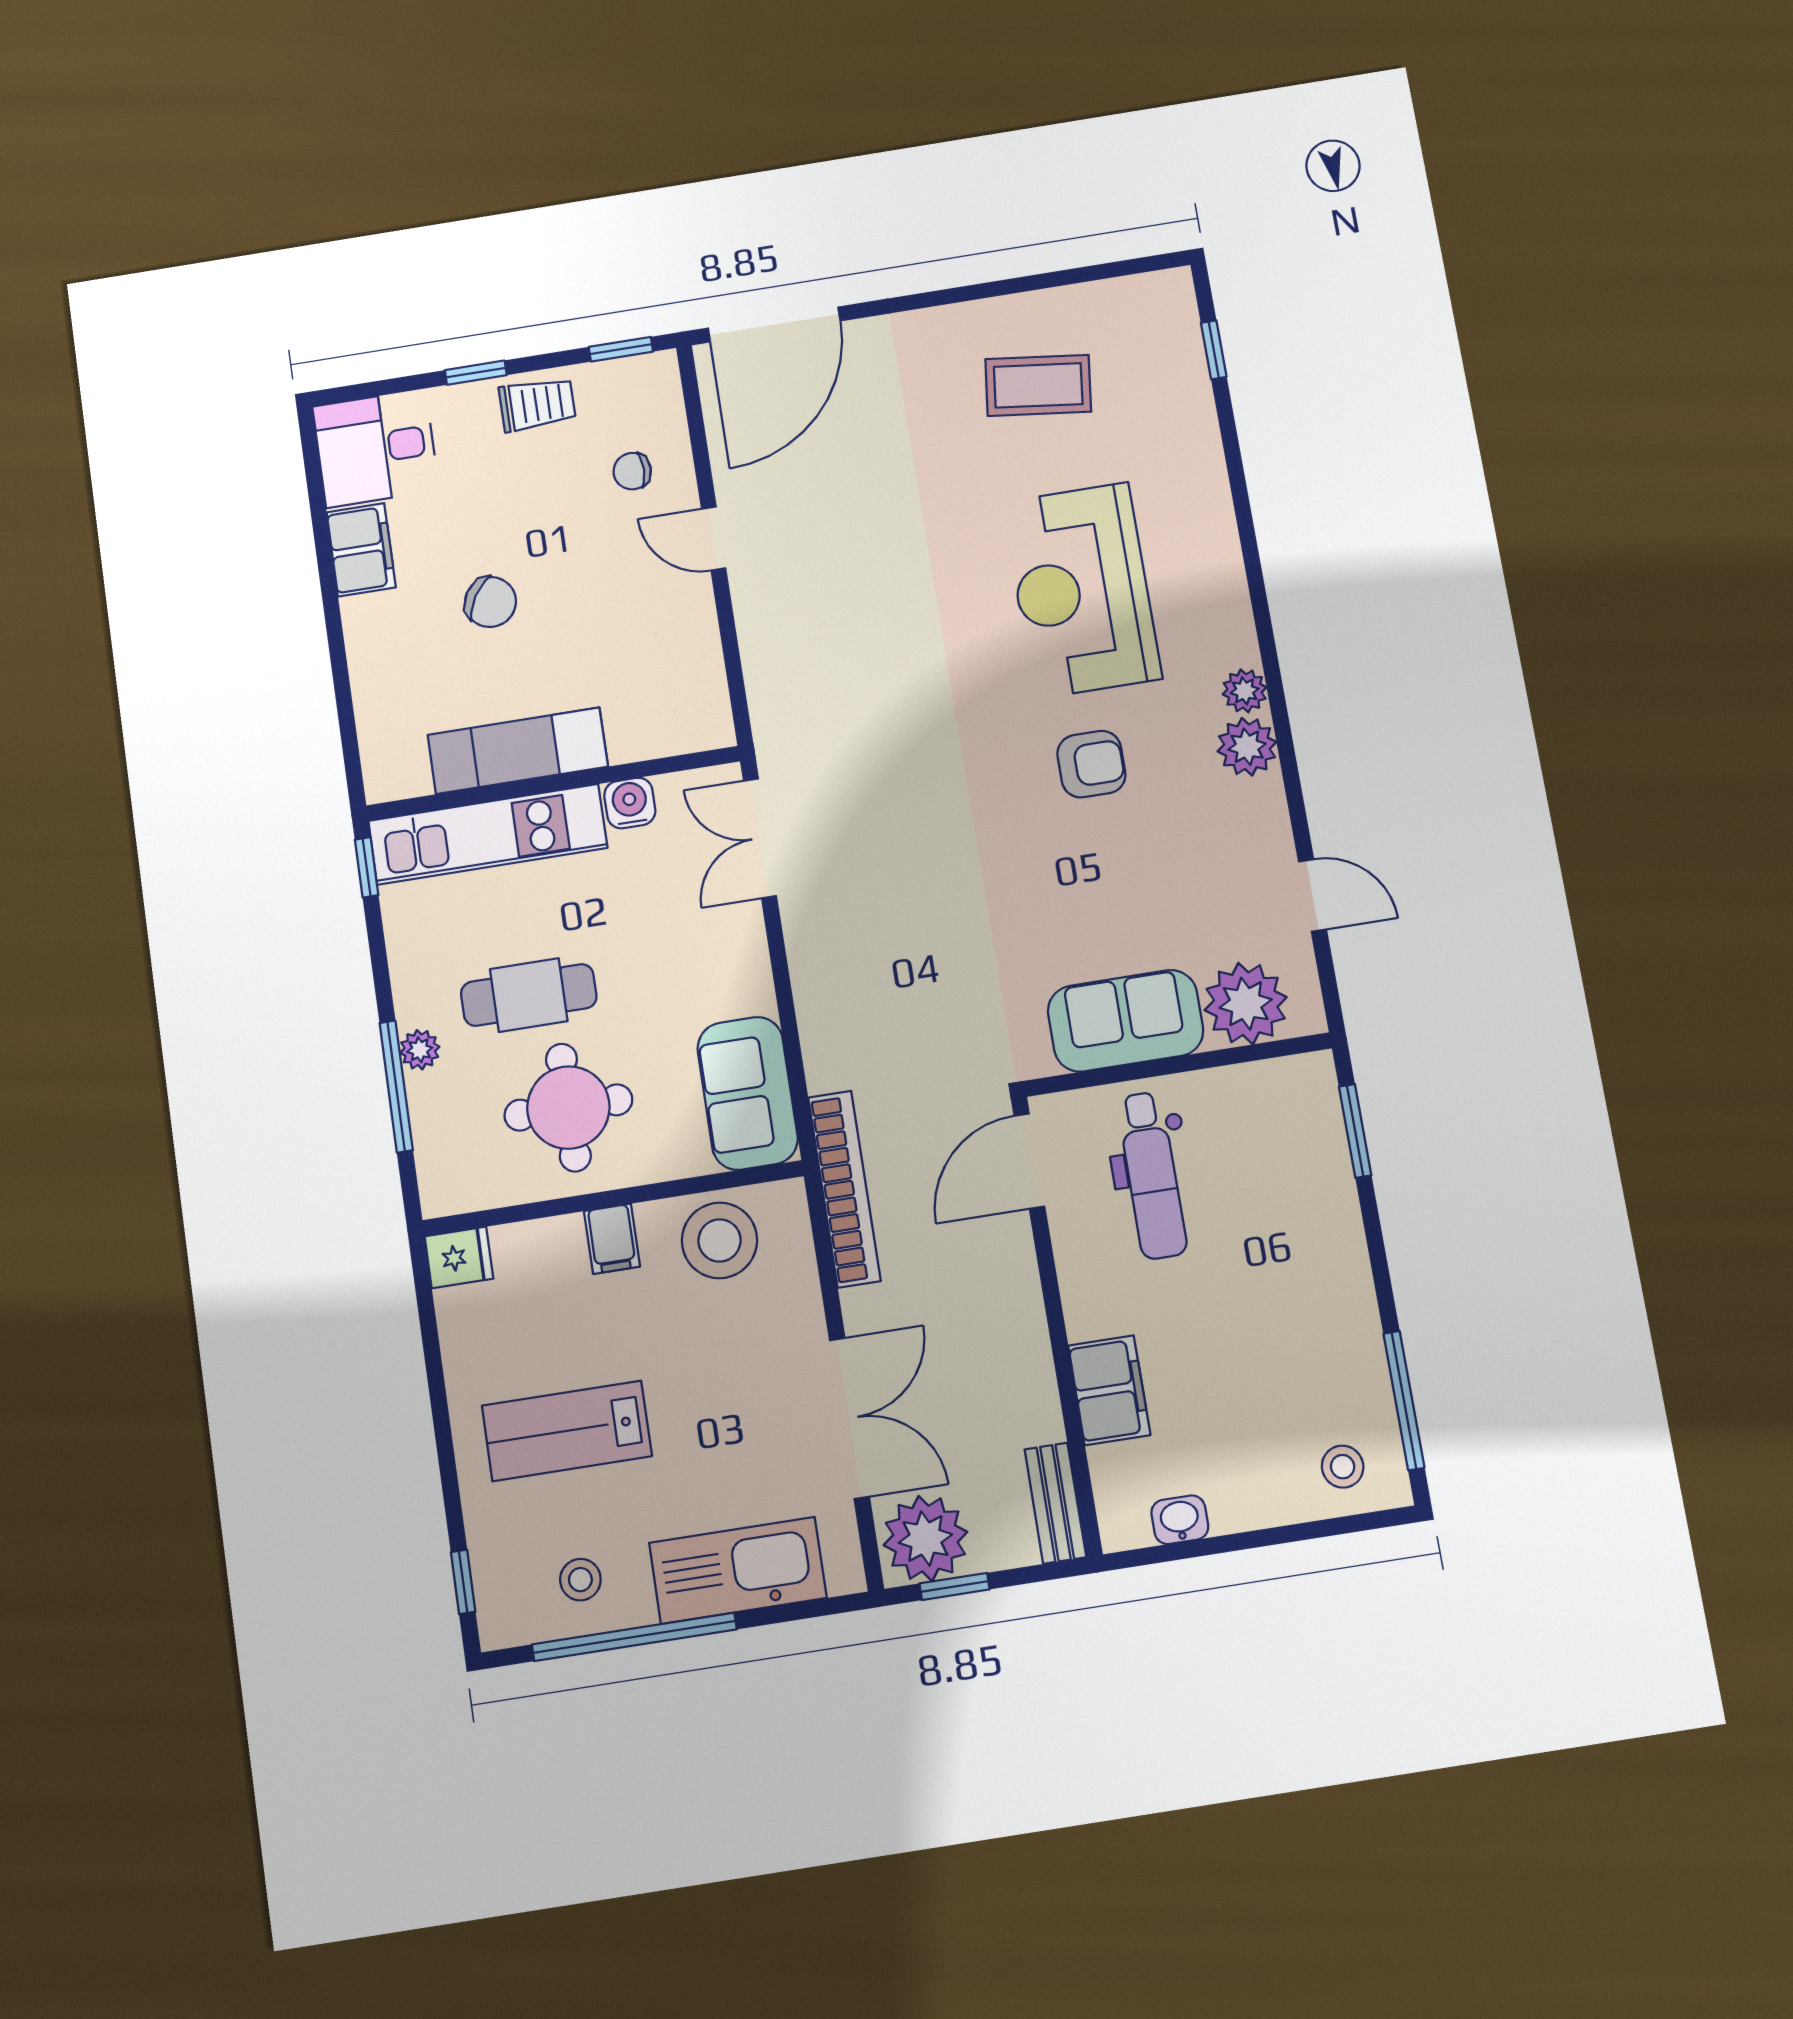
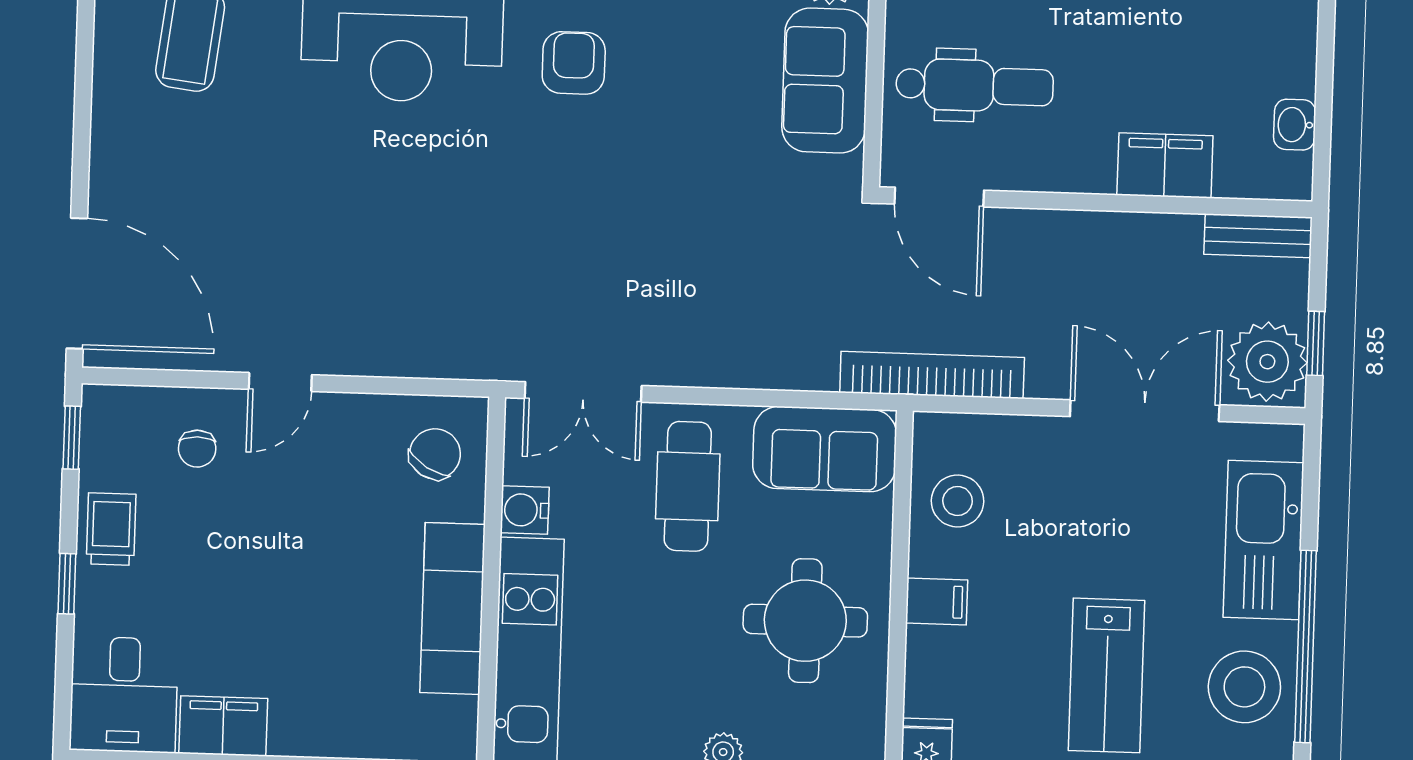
chair: (490, 602) -> (435, 454), moved
cafe table: (529, 995) -> (688, 486), moved
stool: (720, 1240) -> (958, 501), width x0.73, depth x0.73
stool: (580, 1580) -> (1244, 687), width x1.89, depth x1.89

